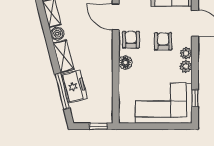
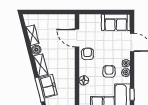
armchair: (163, 41) -> (109, 71), moved
floor lamp: (125, 63) -> (84, 80), moved

